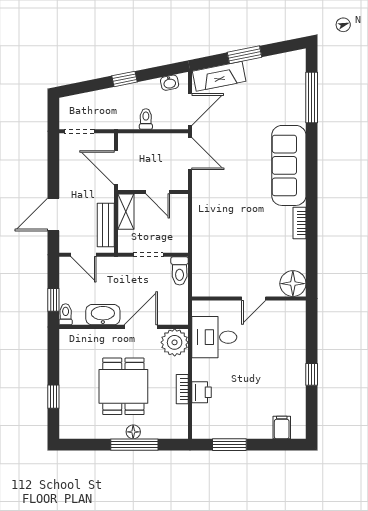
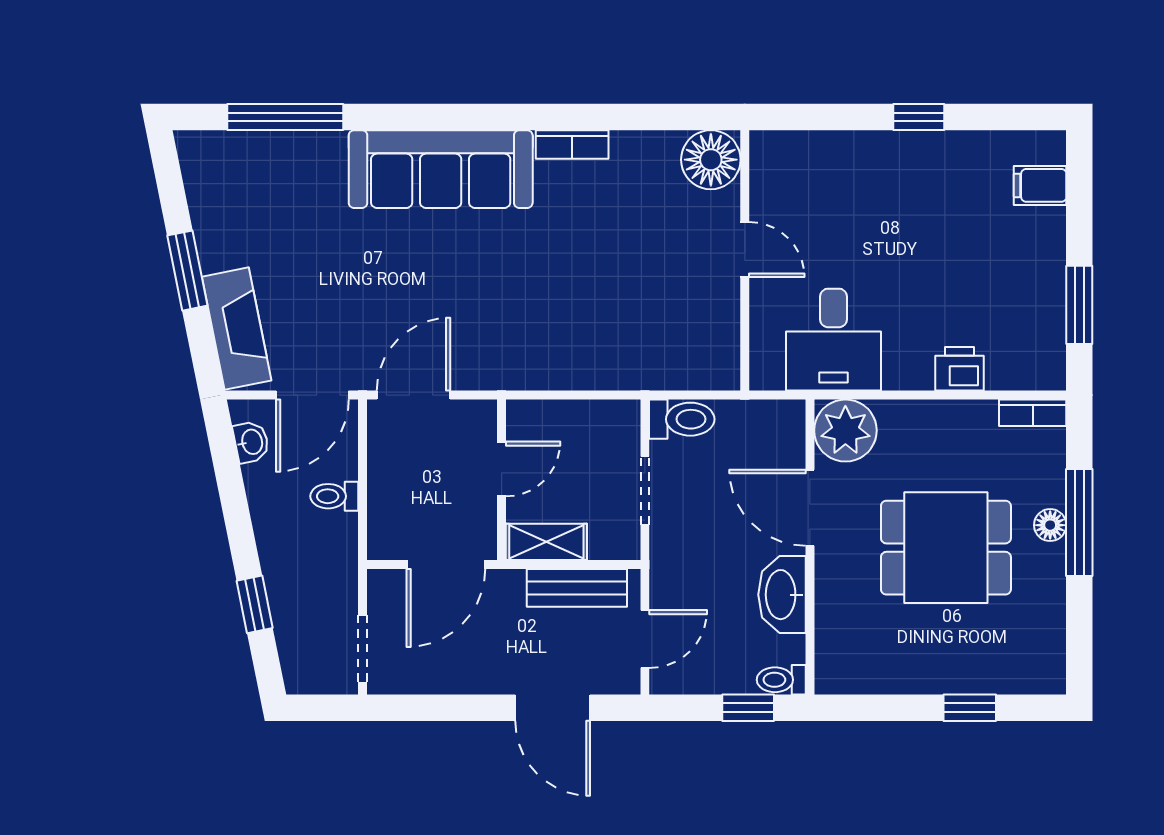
window: (125, 79) -> (255, 604), moved
door: (190, 109) -> (312, 395), swing flipped
bookcase: (182, 389) -> (1033, 413), moved

